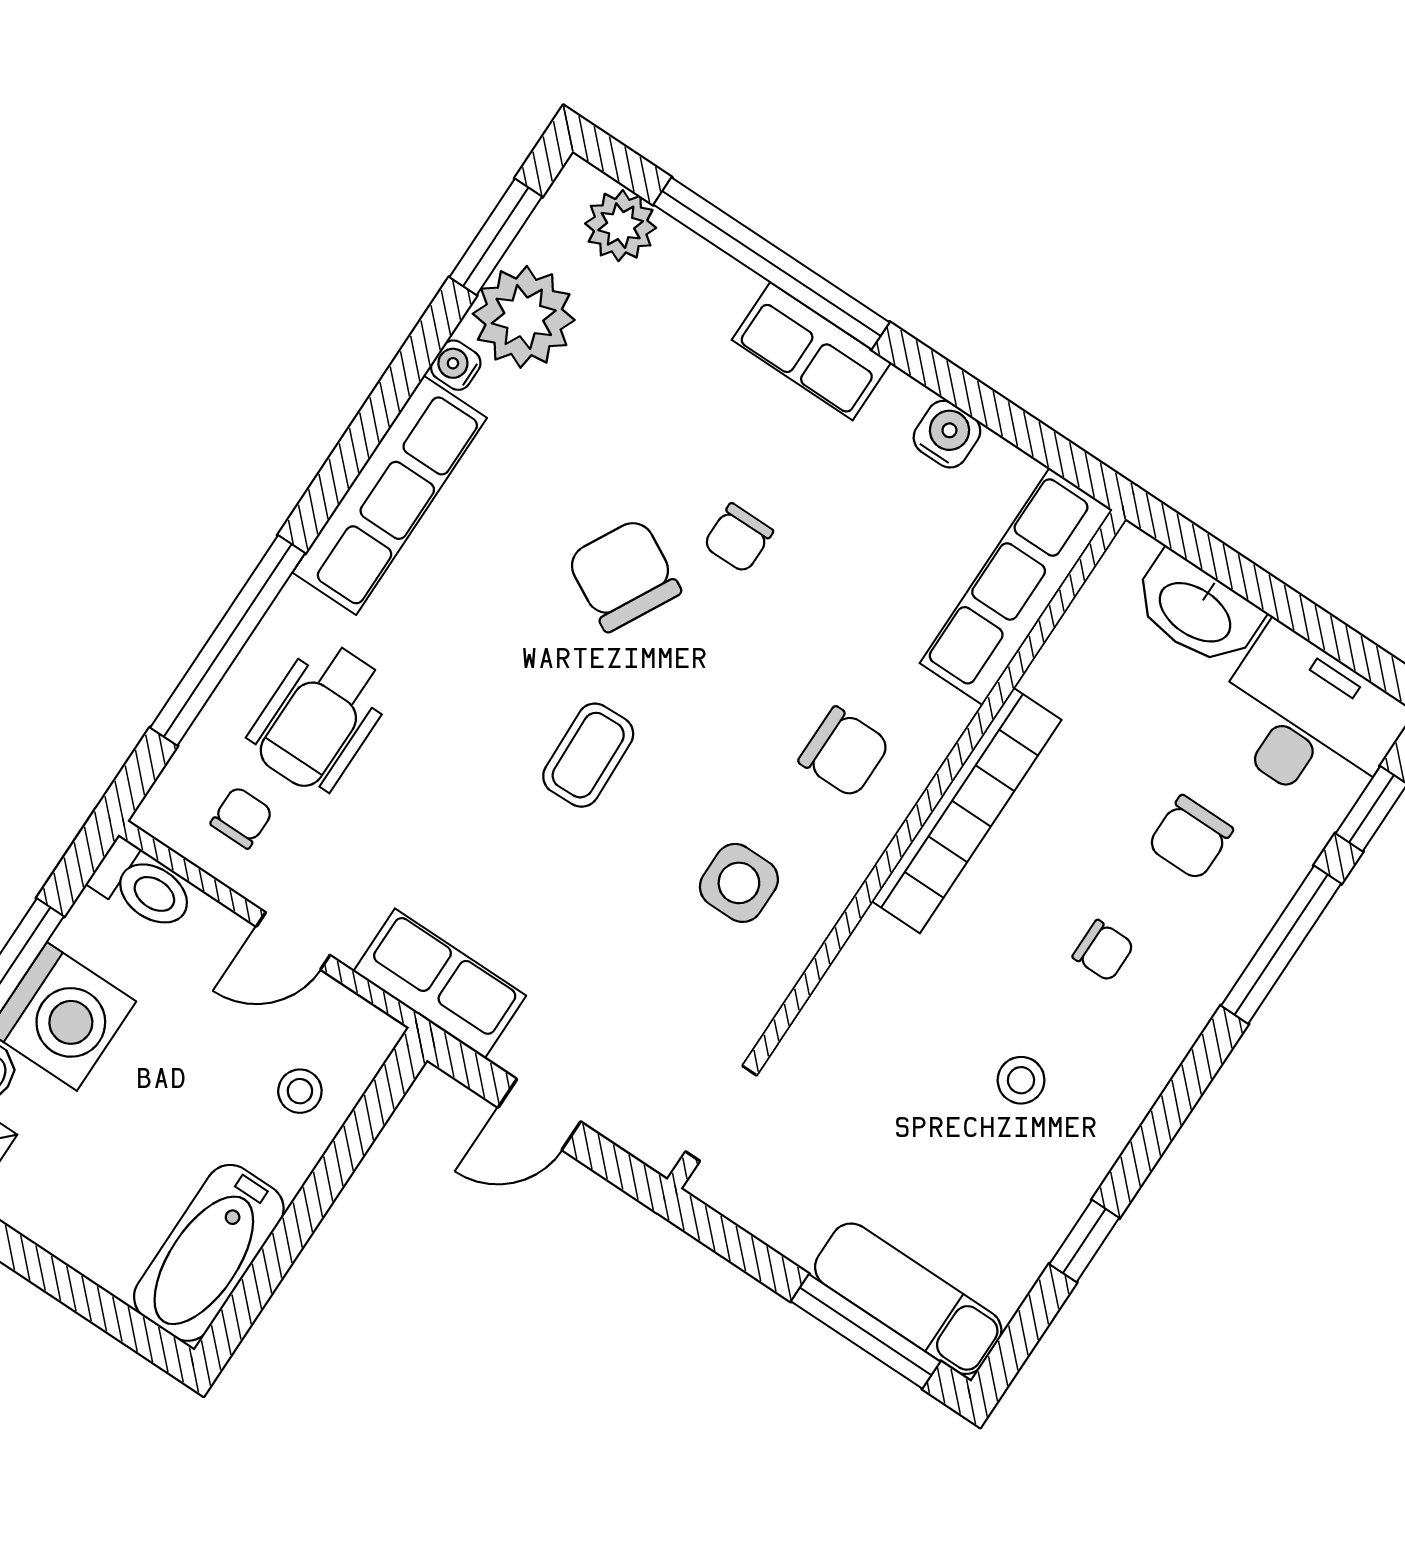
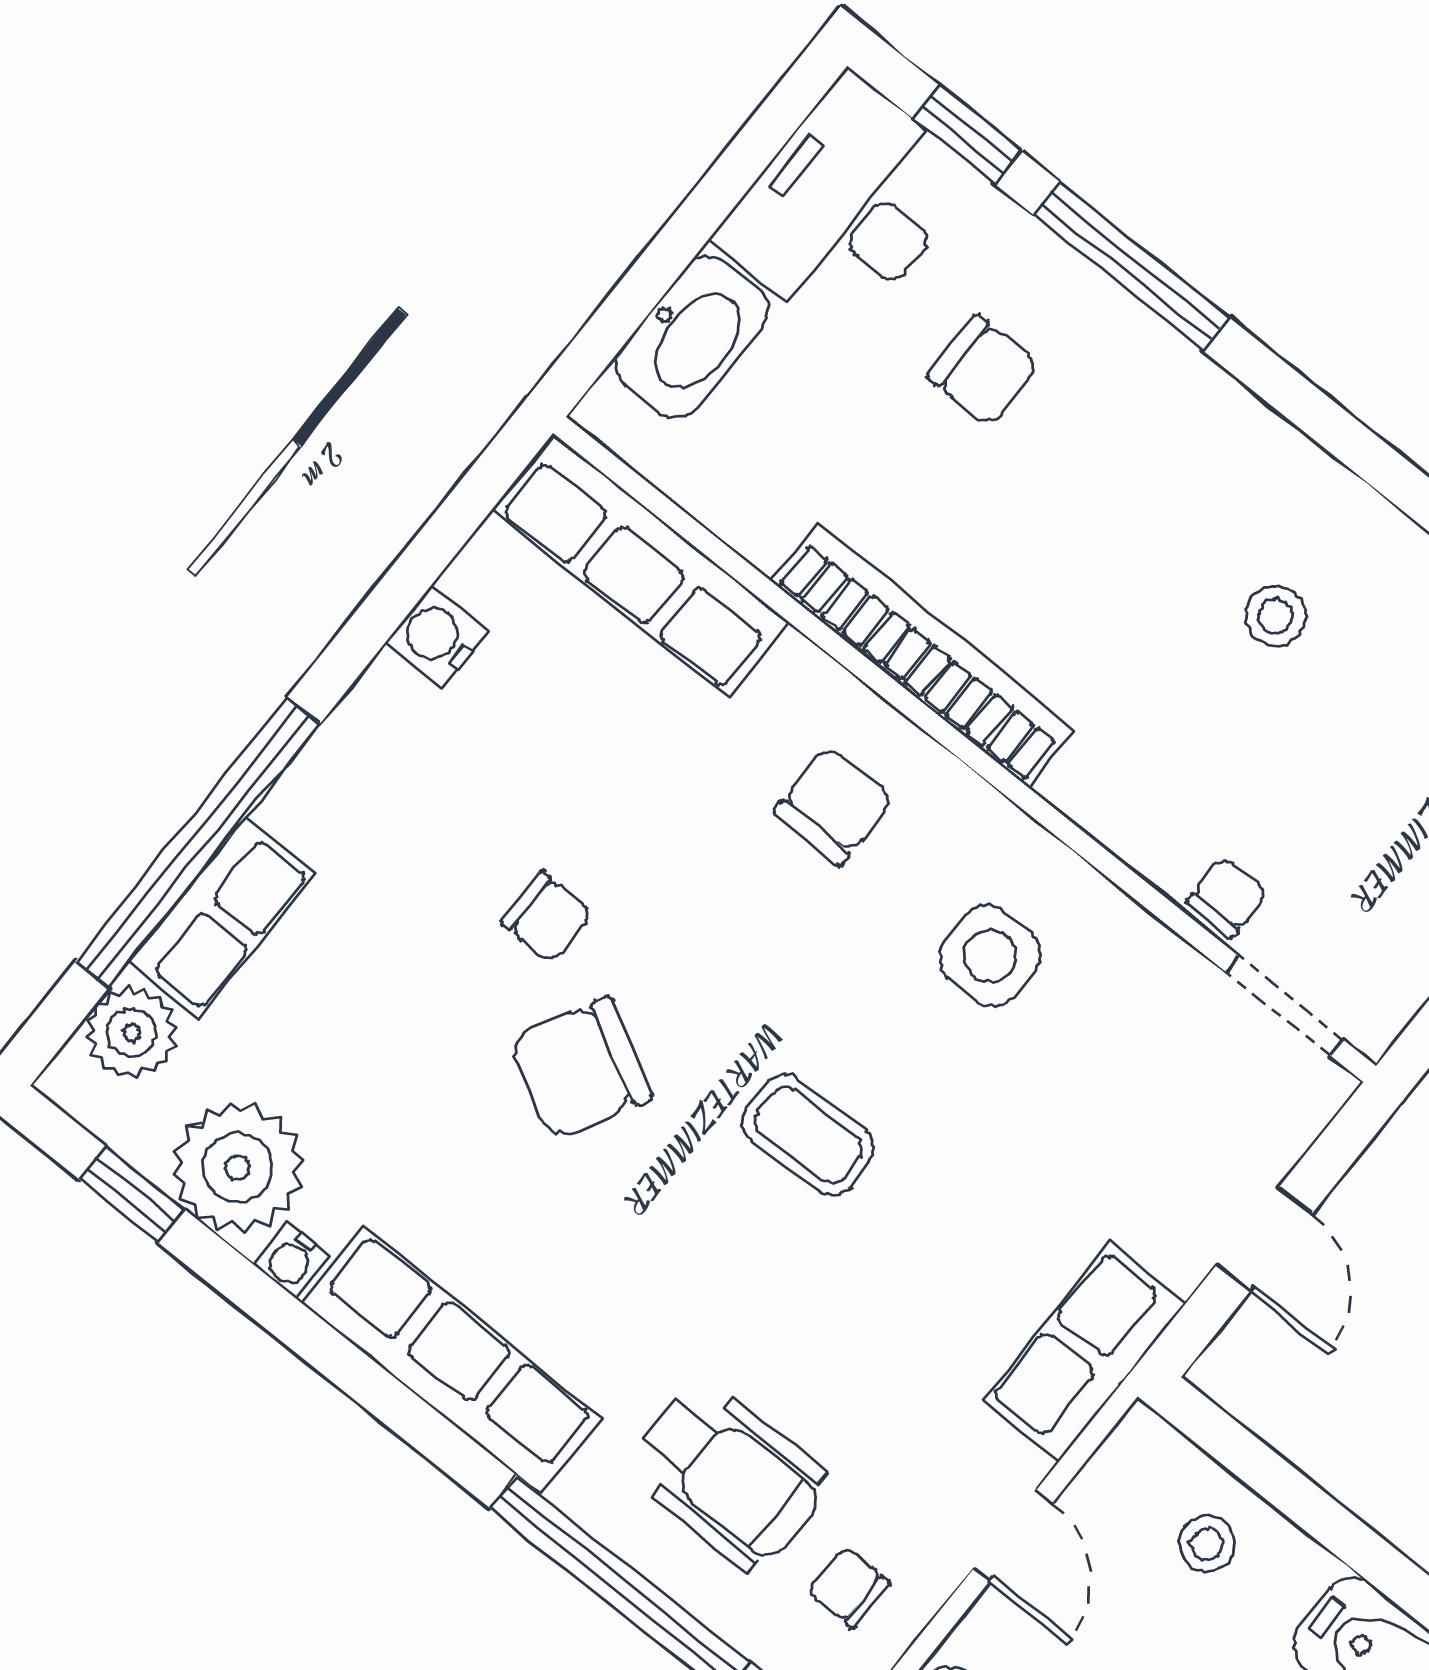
window: (496, 237) -> (132, 1194), width x0.67
row of seats: (811, 351) -> (222, 917), moved
chair: (1103, 951) -> (1227, 897), moved

